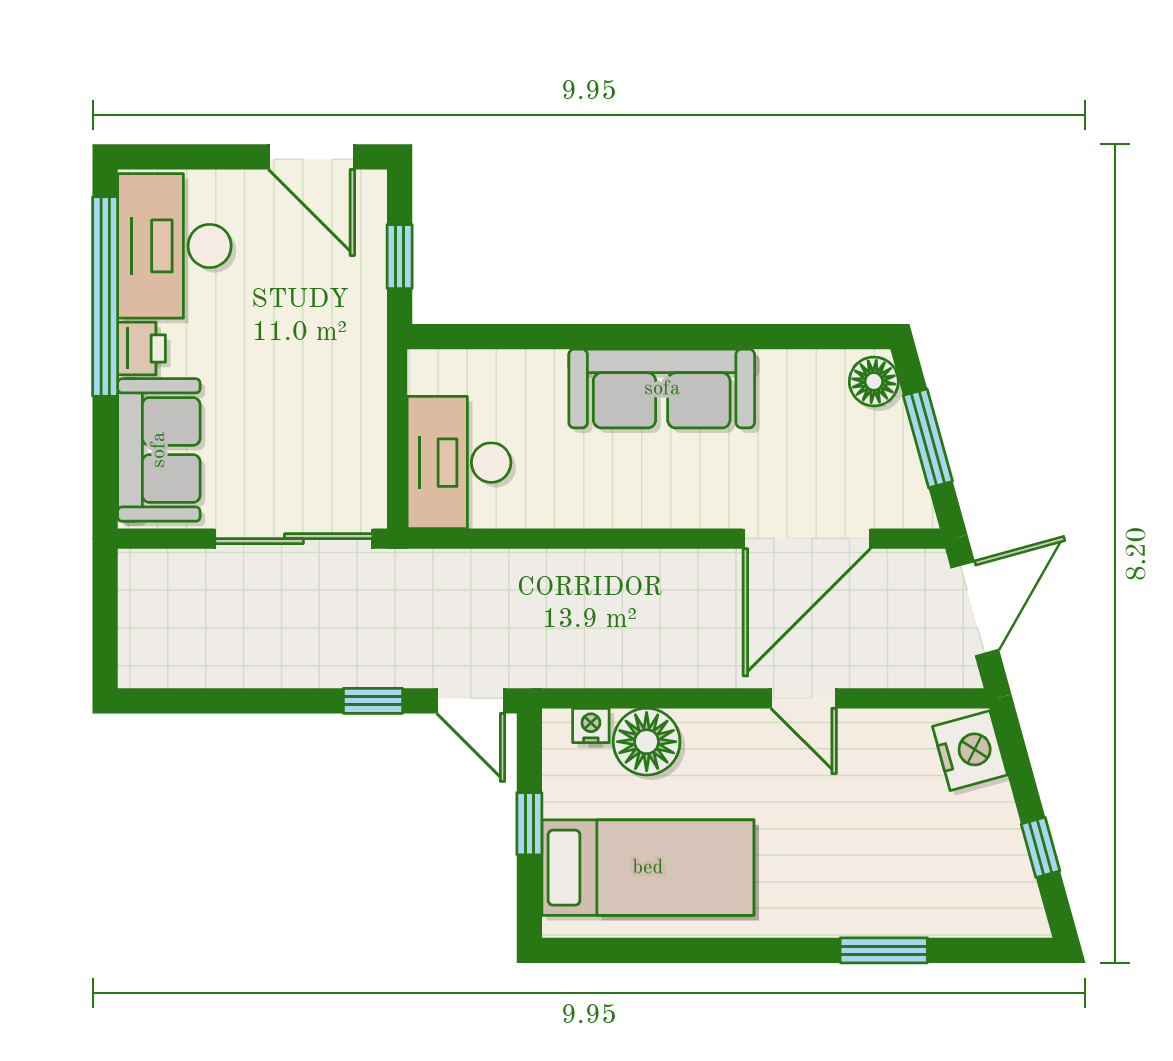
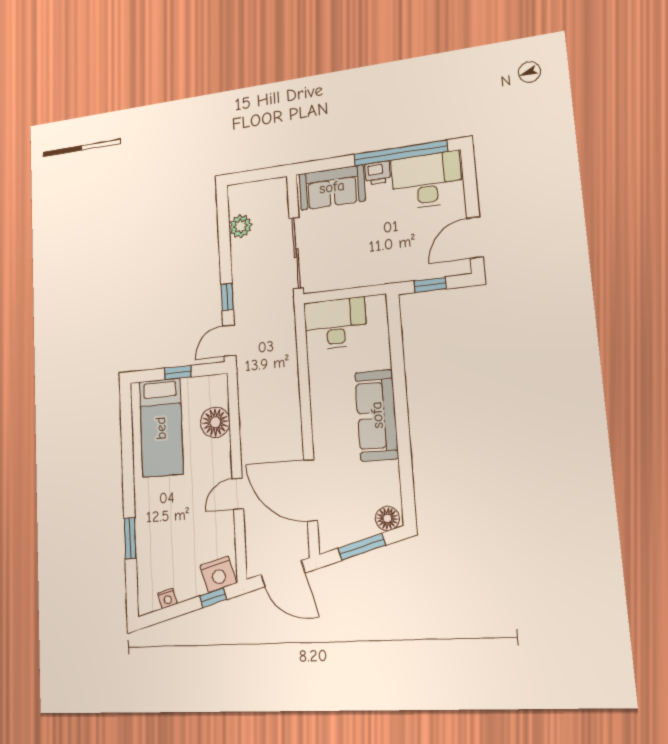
plant: (216, 662) -> (241, 226), added
nightstand: (591, 725) -> (167, 598), moved, turned 75
window: (1041, 847) -> (213, 598), moved

